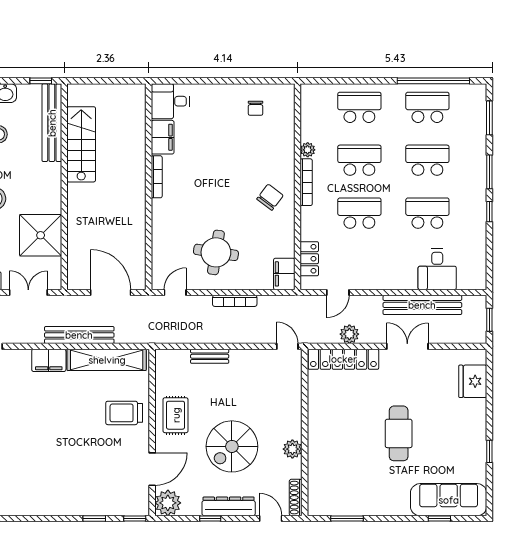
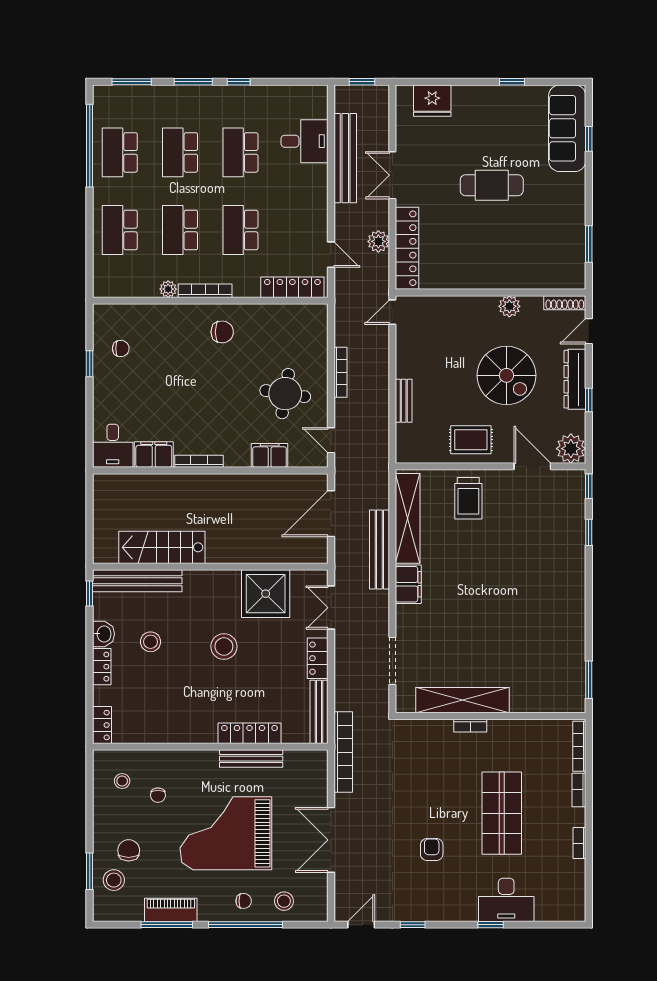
window: (242, 81) -> (90, 364), added
chair: (270, 197) -> (222, 332), turned 143
locker: (309, 259) -> (292, 287), width x1.53
filing cabinet: (284, 274) -> (270, 455), moved, turned 180

